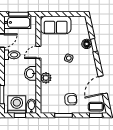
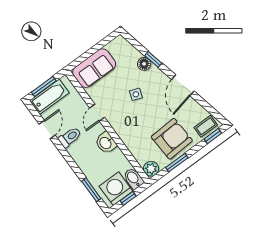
plant: (46, 78) -> (151, 169), moved
door: (103, 85) -> (183, 85), moved
armchair: (71, 99) -> (172, 139), width x1.88, depth x1.88

